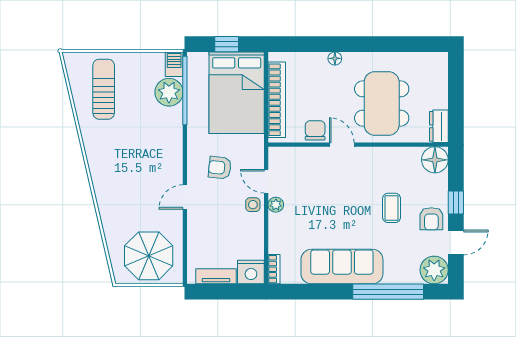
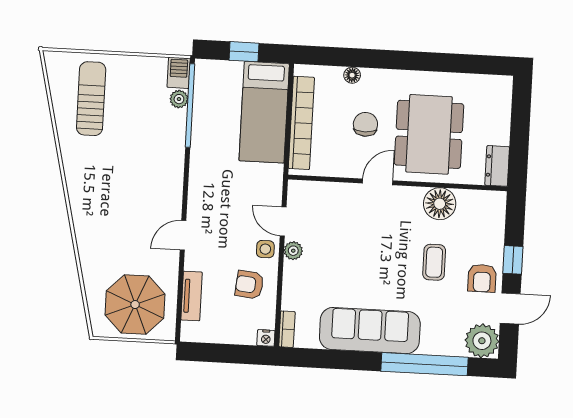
floor lamp: (335, 58) -> (352, 75), moved
plant: (169, 92) -> (179, 99), width x0.53, depth x0.53
bed: (237, 93) -> (264, 112), width x0.67
chair: (315, 130) -> (365, 124), moved
door: (342, 145) -> (378, 182), hinge flipped
floor lamp: (435, 160) -> (440, 204), moved
armchair: (220, 168) -> (249, 285), moved
nightstand: (251, 272) -> (266, 338), width x0.53, depth x0.56
tv unit: (216, 276) -> (192, 296), moved, turned 90

